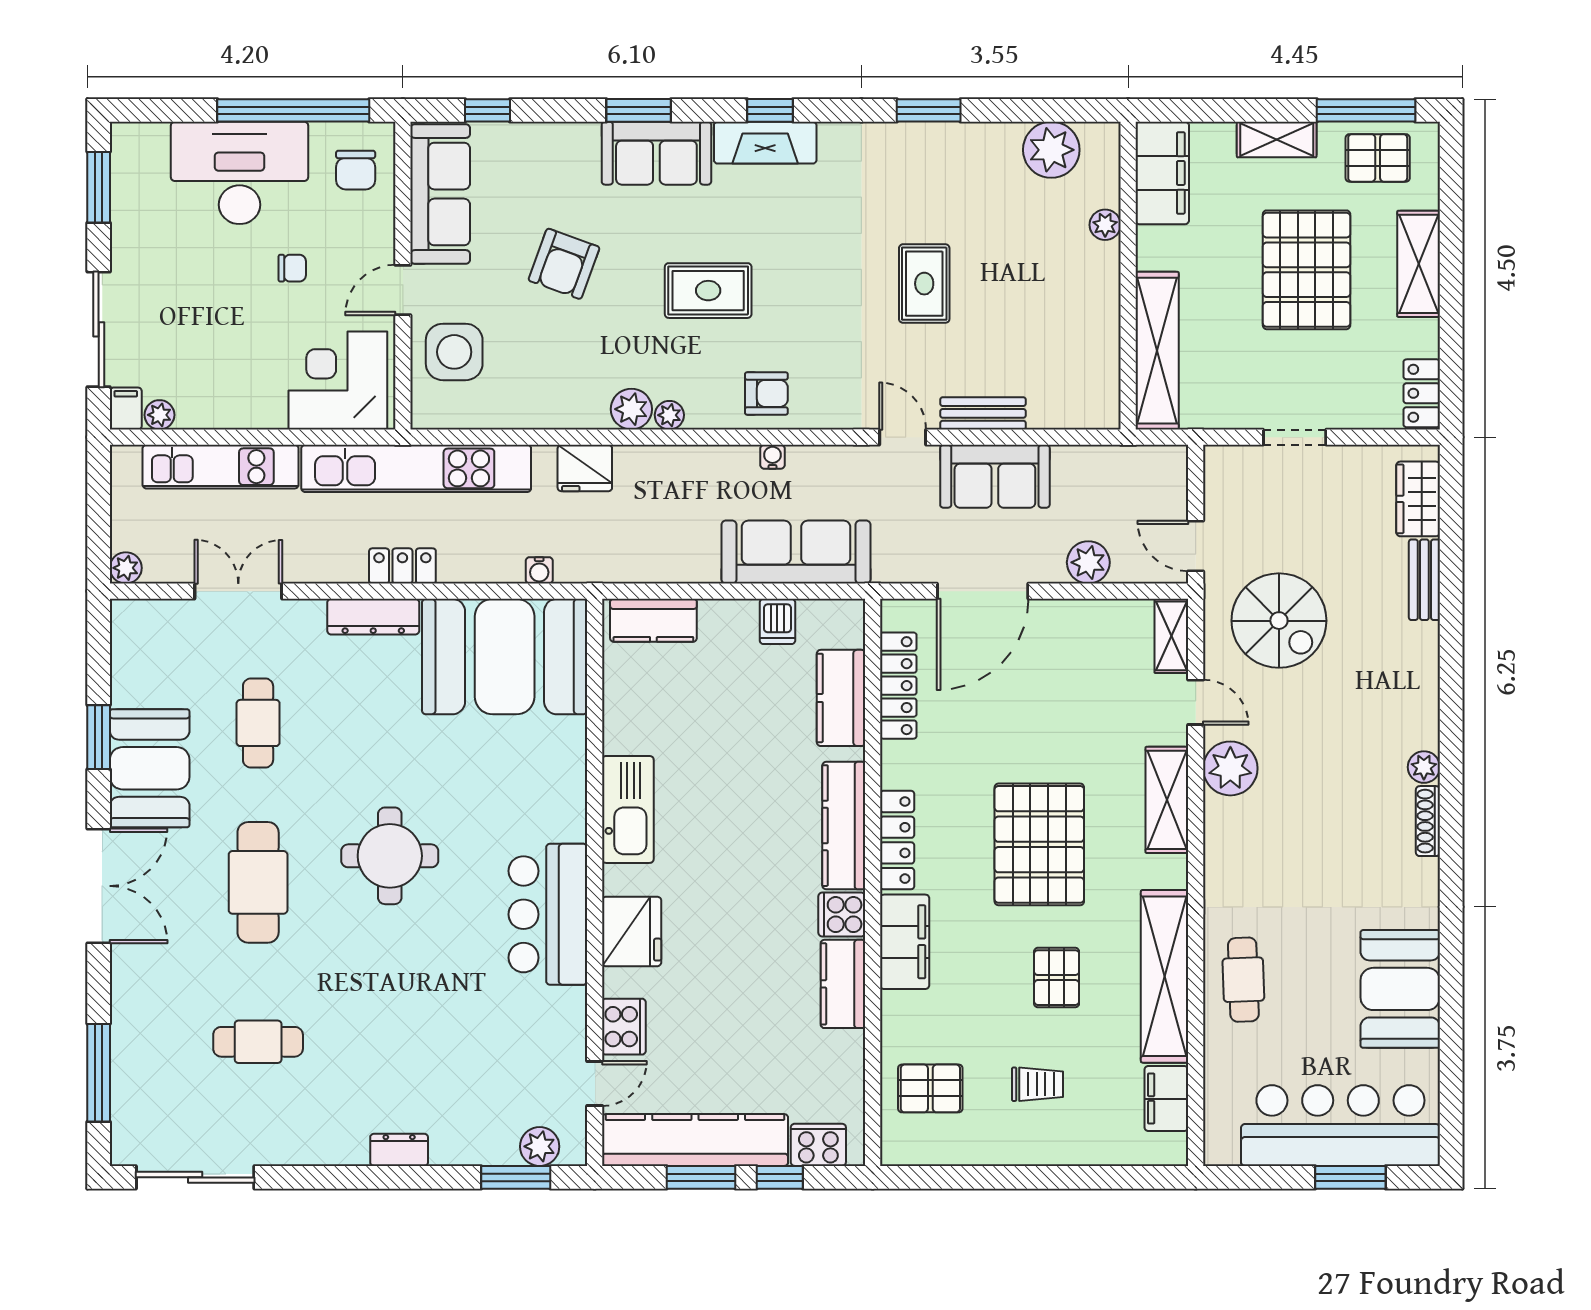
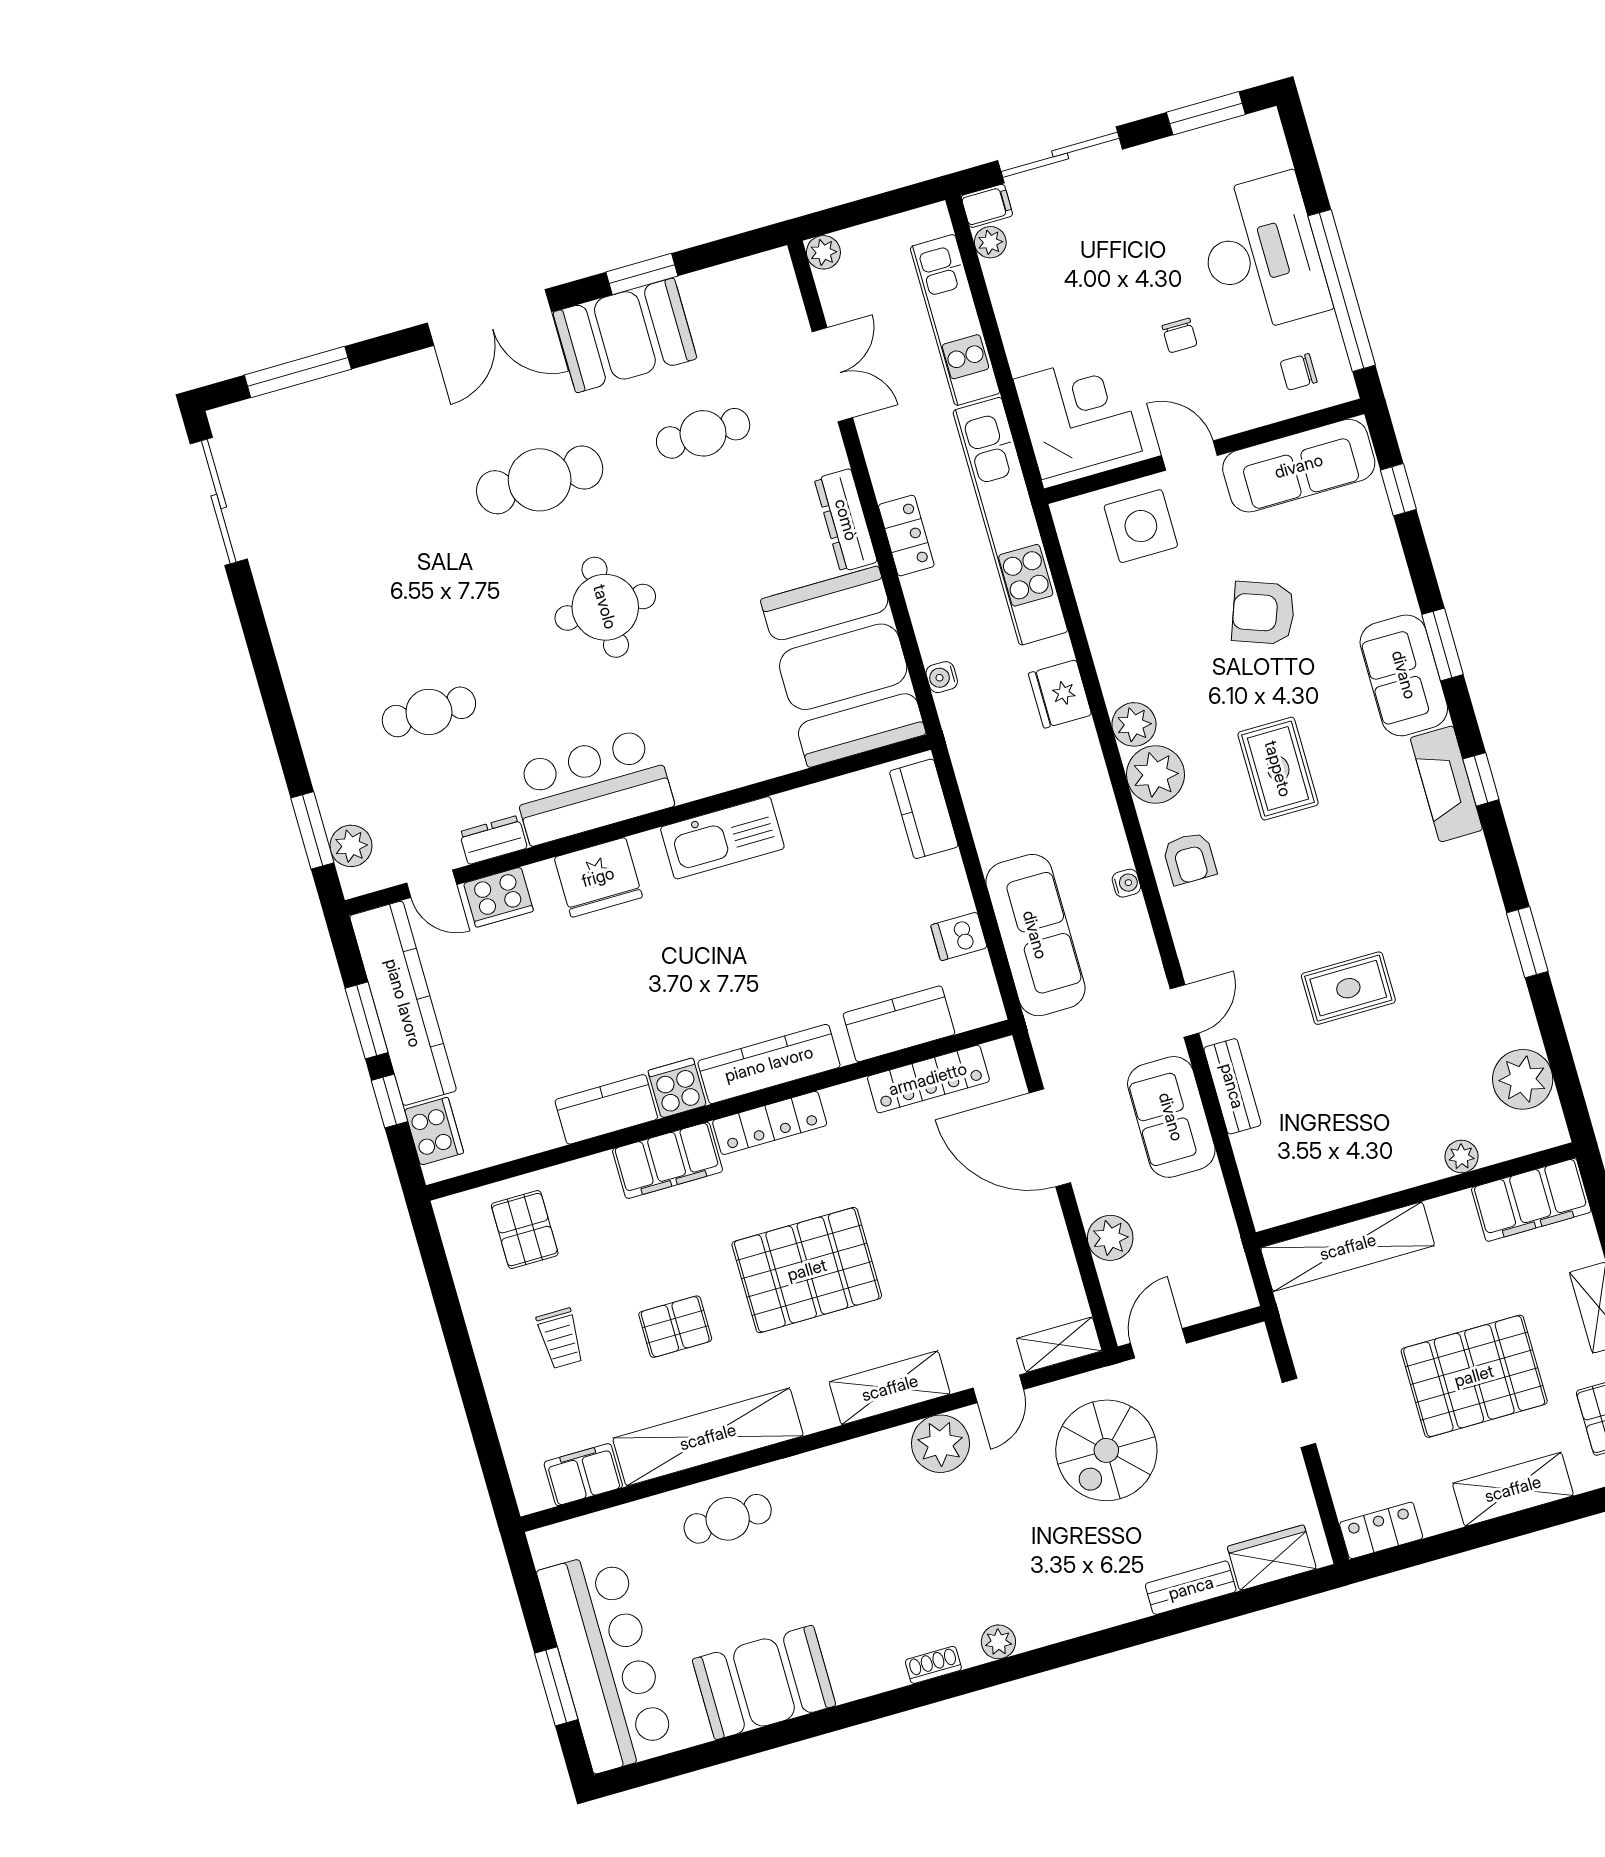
chair: (356, 170) -> (1299, 372), width x0.73, depth x0.73
plant: (669, 415) -> (1155, 775), width x1.88, depth x1.88
shoe rack: (1428, 821) -> (933, 1665), width x0.70
cafe table: (258, 1042) -> (429, 712), moved, turned 90
dresser: (399, 1150) -> (493, 840), moved, turned -90

